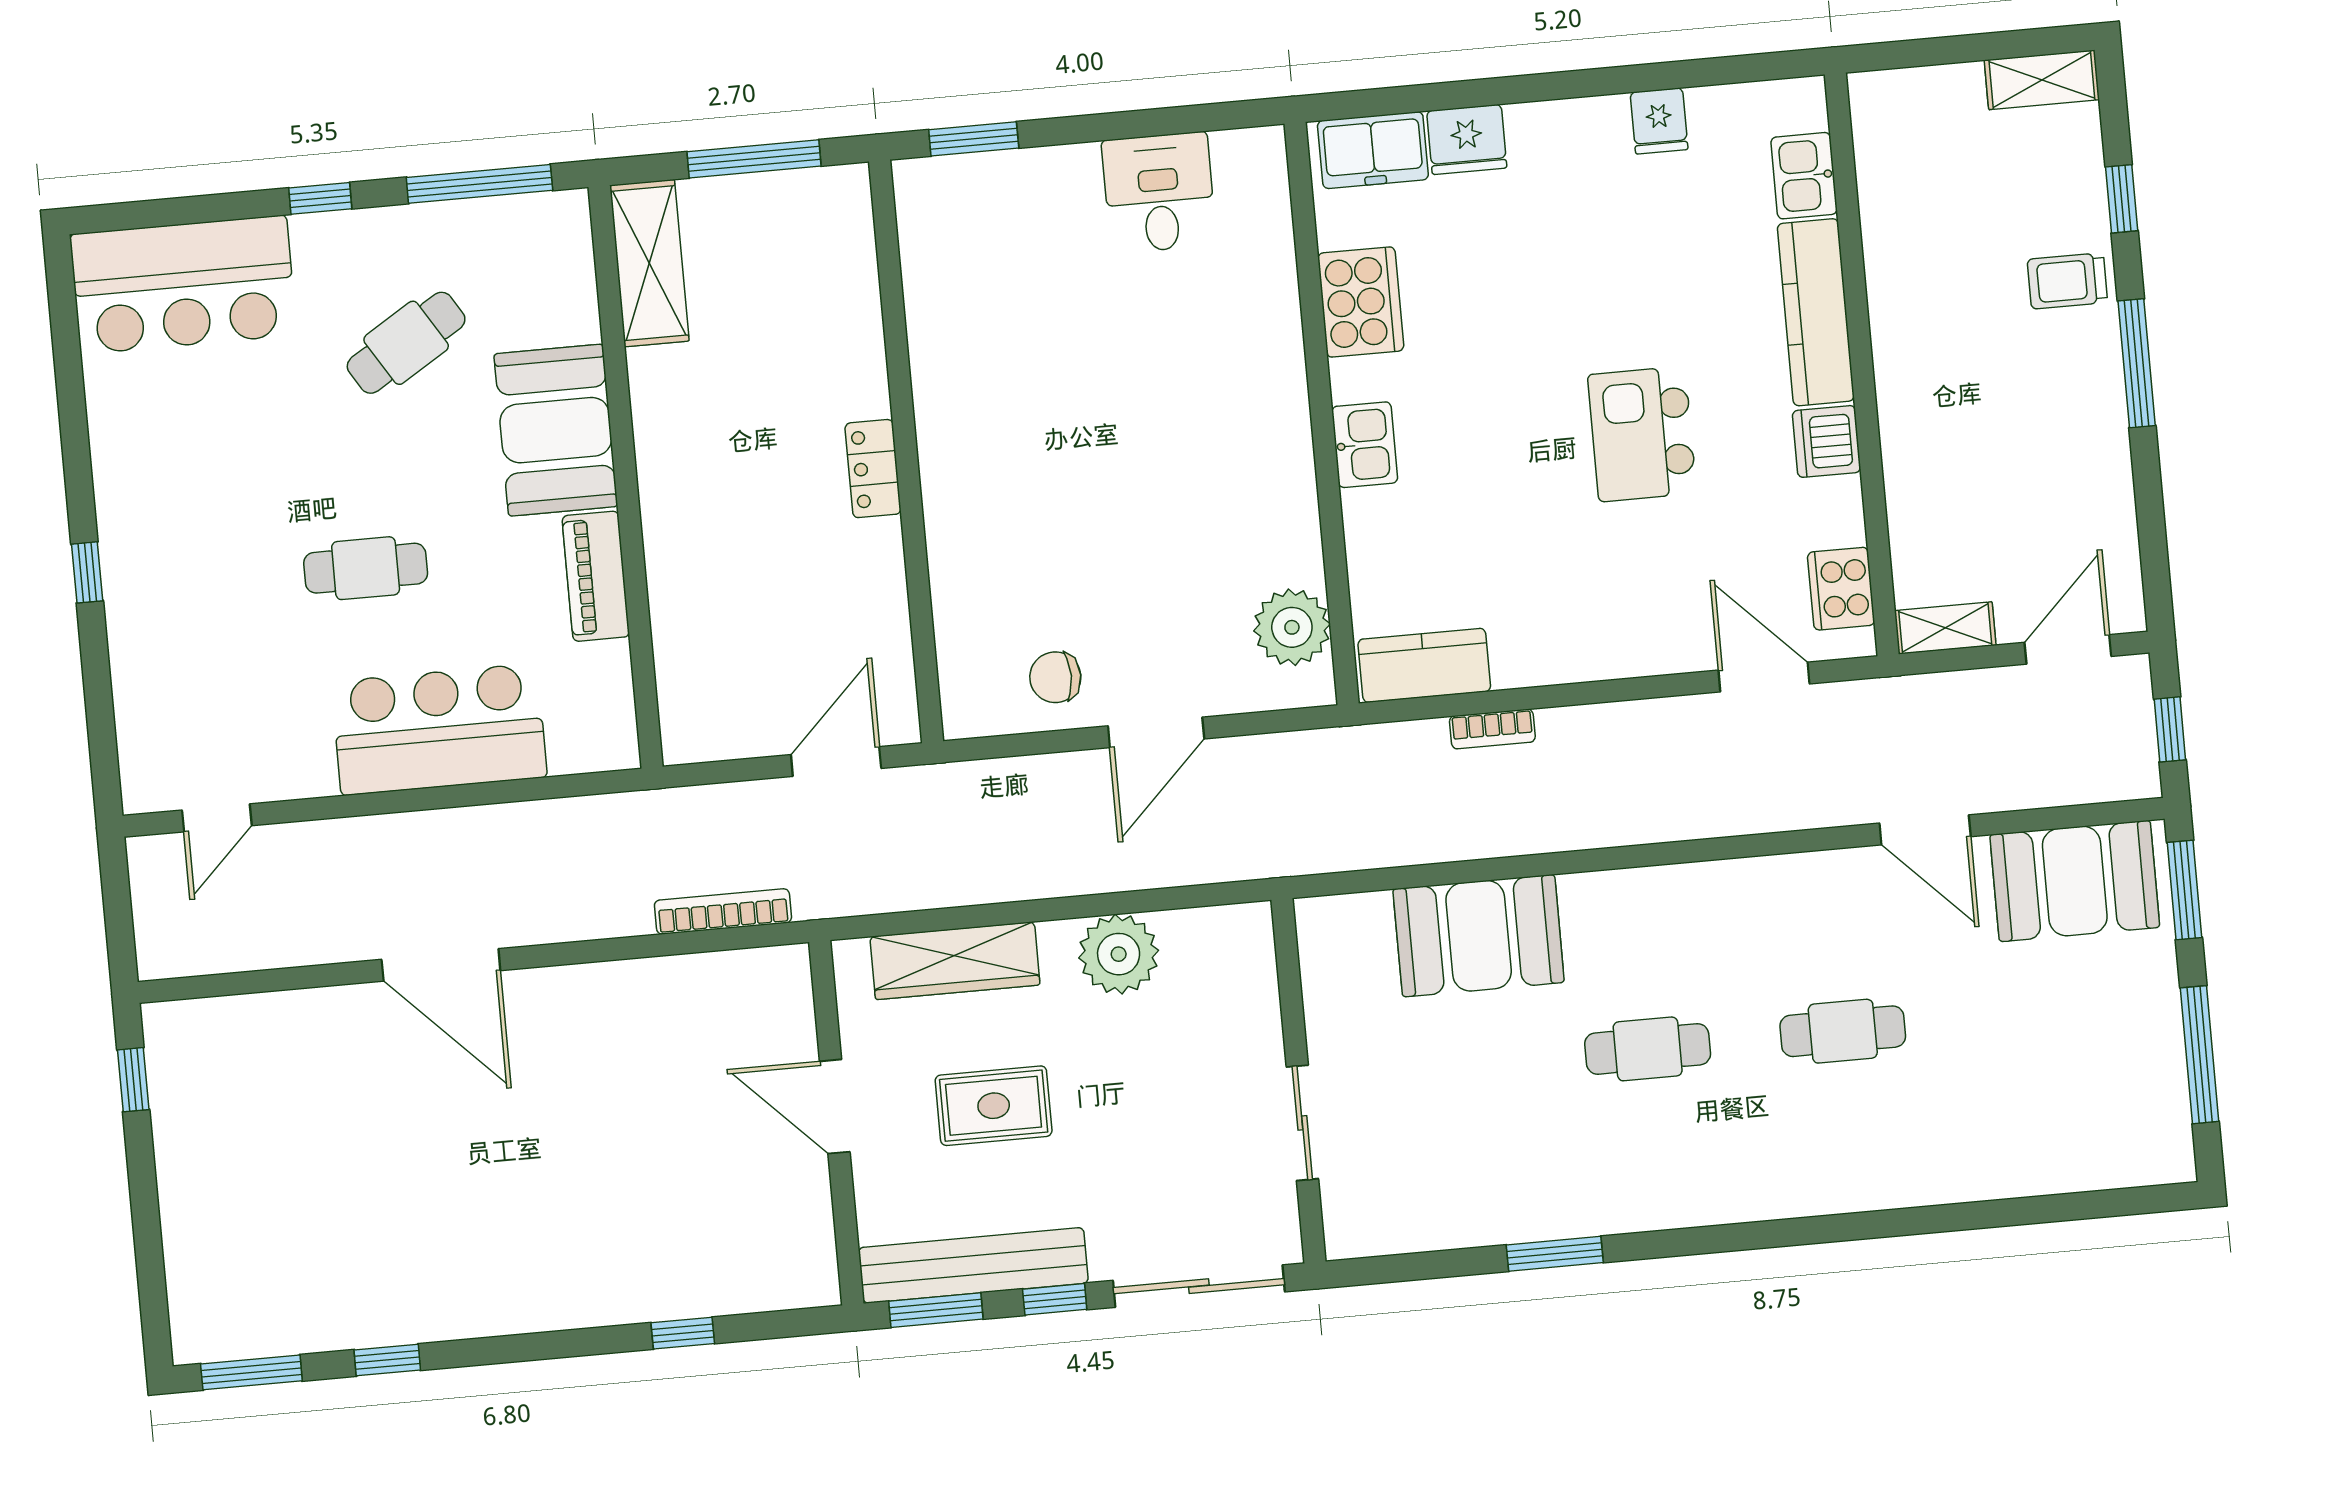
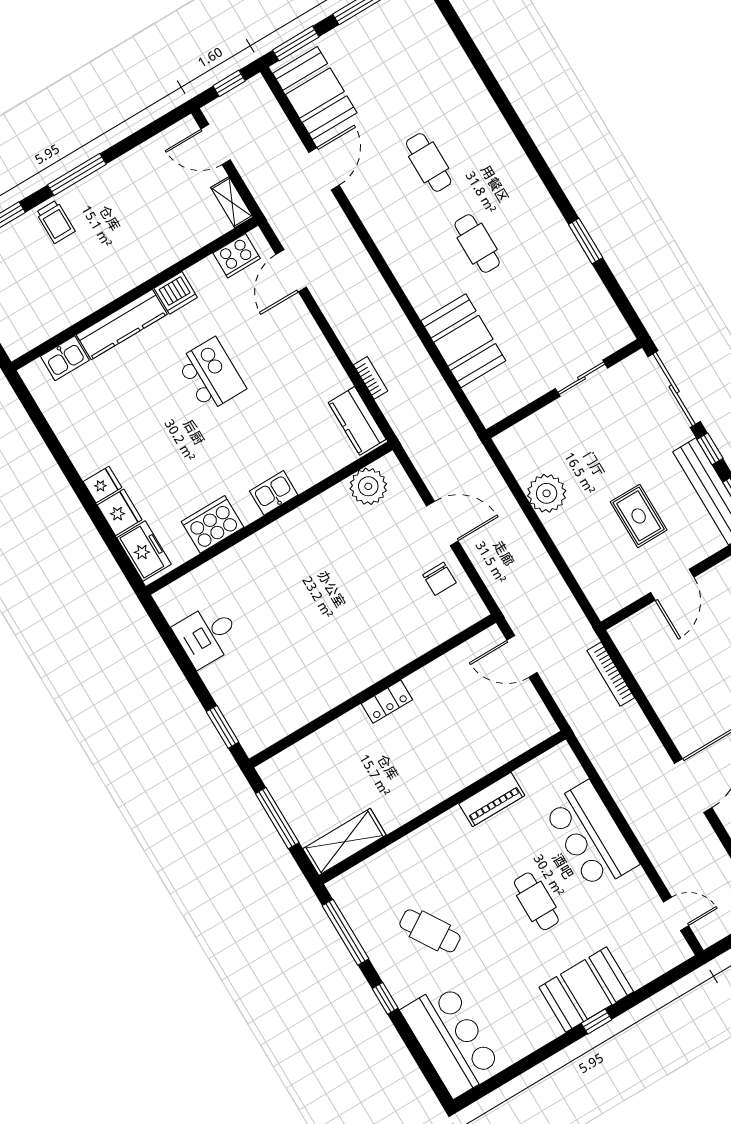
fridge: (1659, 121) -> (102, 485), moved
booth: (556, 430) -> (586, 989), moved
kitchen island: (1642, 434) -> (211, 375), turned -90
wardrobe: (955, 961) -> (584, 563), removed

